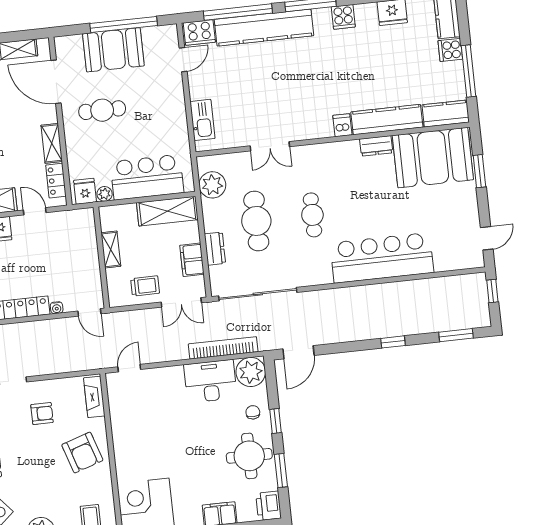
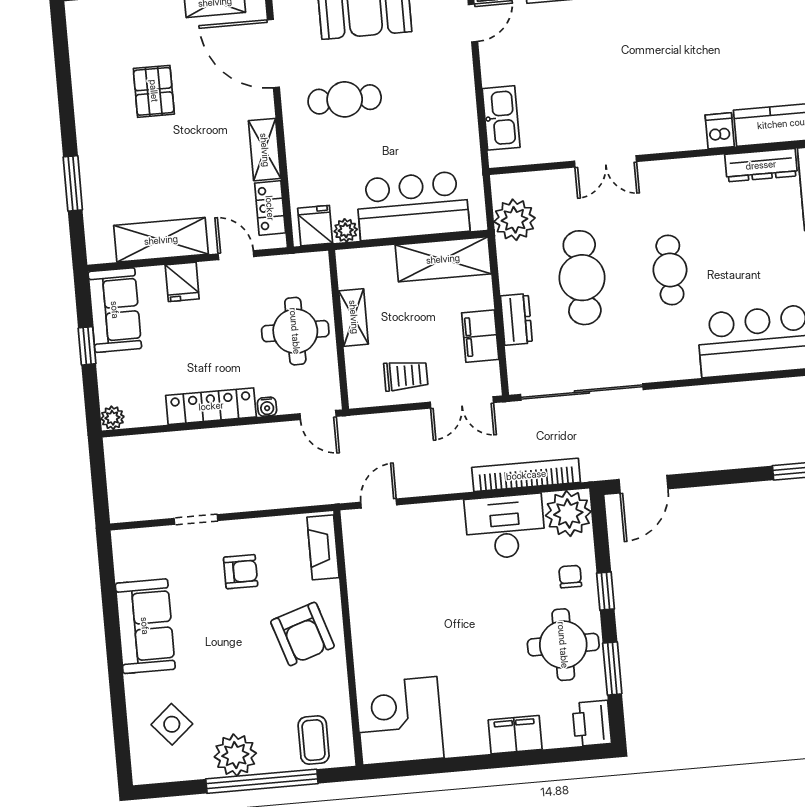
dresser: (376, 146) -> (761, 165), width x1.44
round table: (74, 259) -> (295, 331), added

